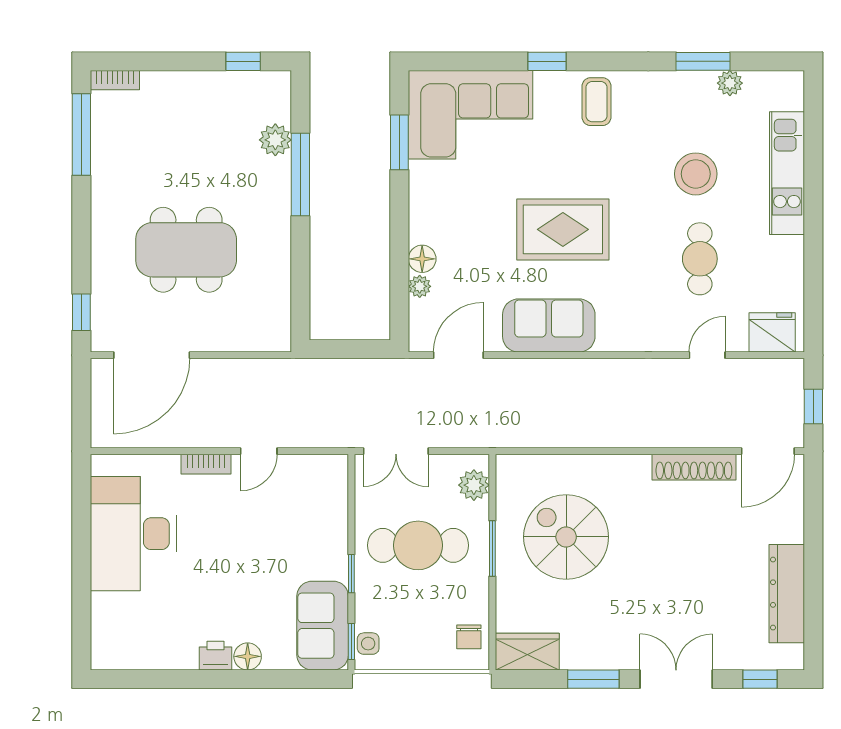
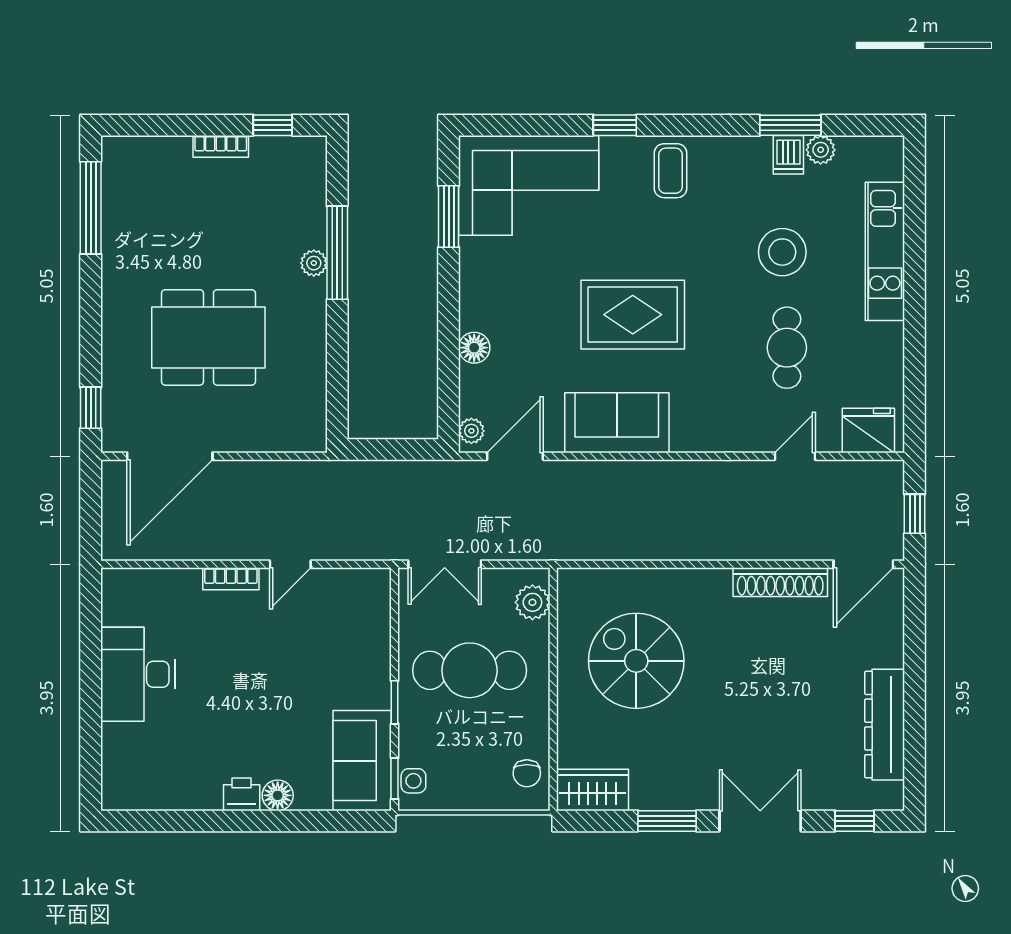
bookcase: (115, 80) -> (221, 146), moved
dishwasher: (701, 87) -> (788, 155), added
plant: (275, 140) -> (314, 263), moved, width x0.73, depth x0.73
plant: (420, 286) -> (471, 431), moved
desk: (133, 534) -> (138, 674), width x0.73, depth x0.77
window: (492, 549) -> (553, 674), removed

